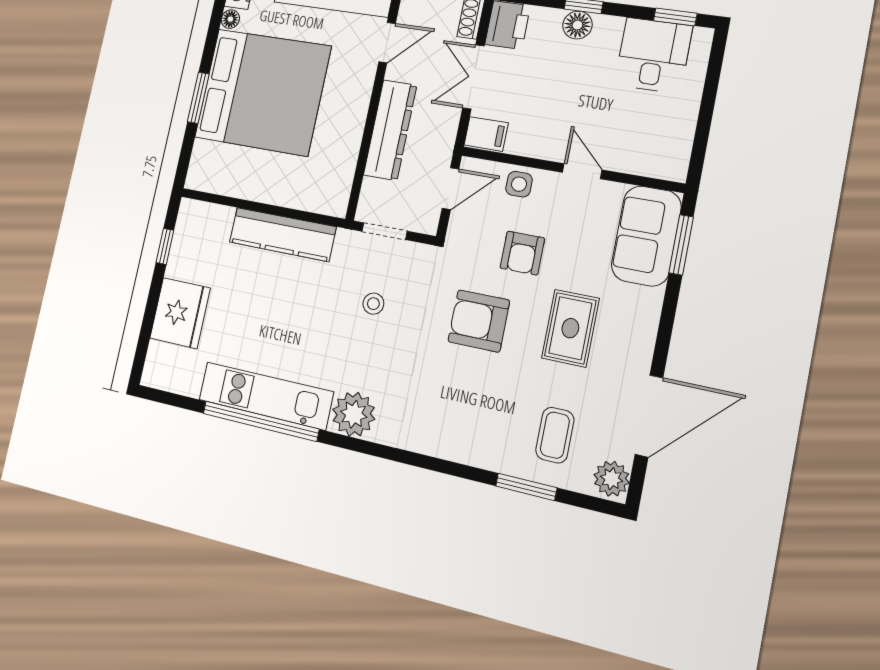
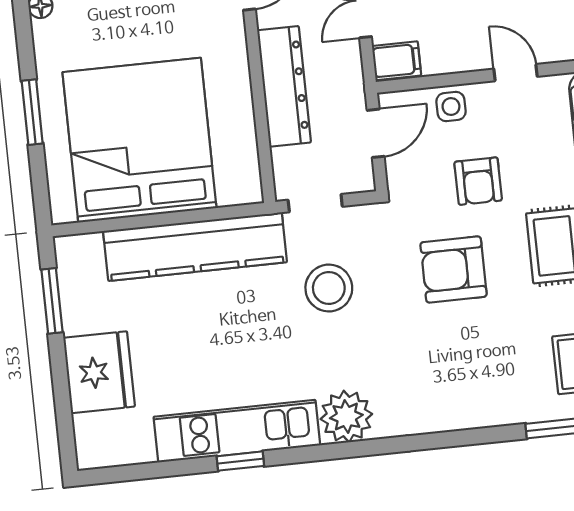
bed: (263, 92) -> (140, 140), moved, turned -90
kitchen counter: (282, 234) -> (195, 247), width x1.39, depth x1.17
window: (165, 246) -> (52, 301), width x1.50
stool: (373, 304) -> (329, 288), width x1.89, depth x1.89
window: (260, 421) -> (240, 461), width x0.32

